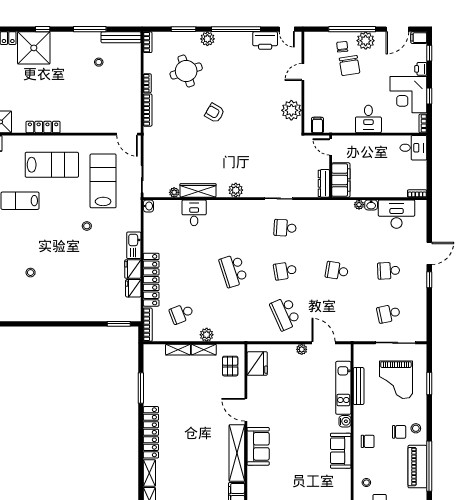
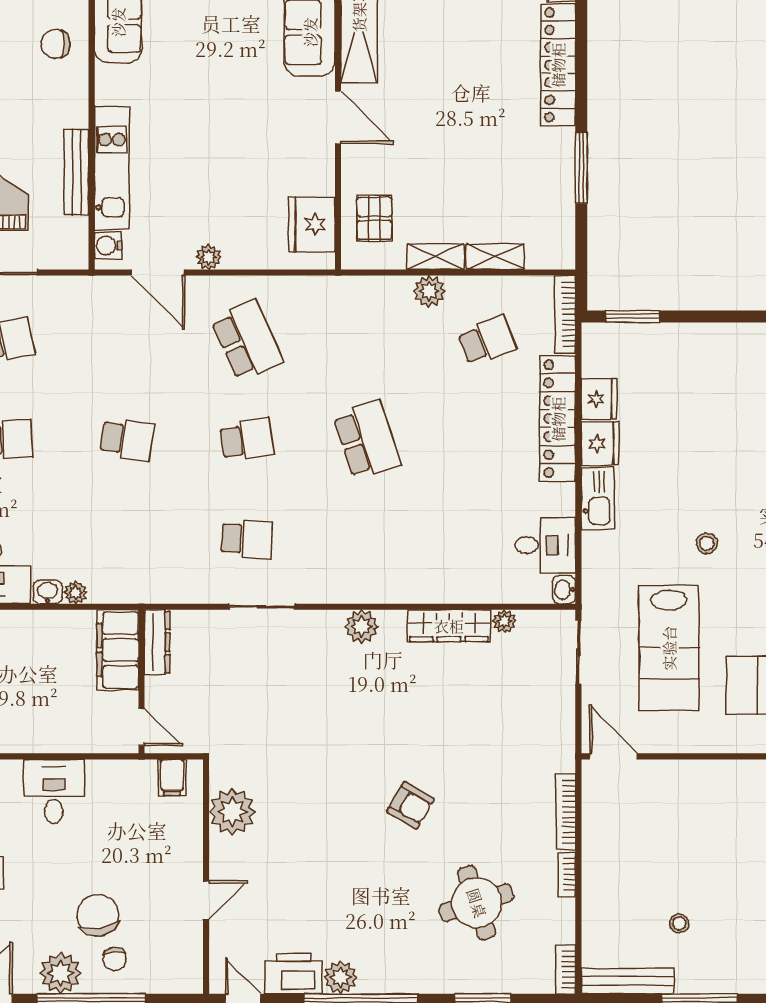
plant: (207, 39) -> (340, 977), moved
desk: (194, 213) -> (545, 545), moved, turned -90
water cooler: (345, 421) -> (108, 246), moved

